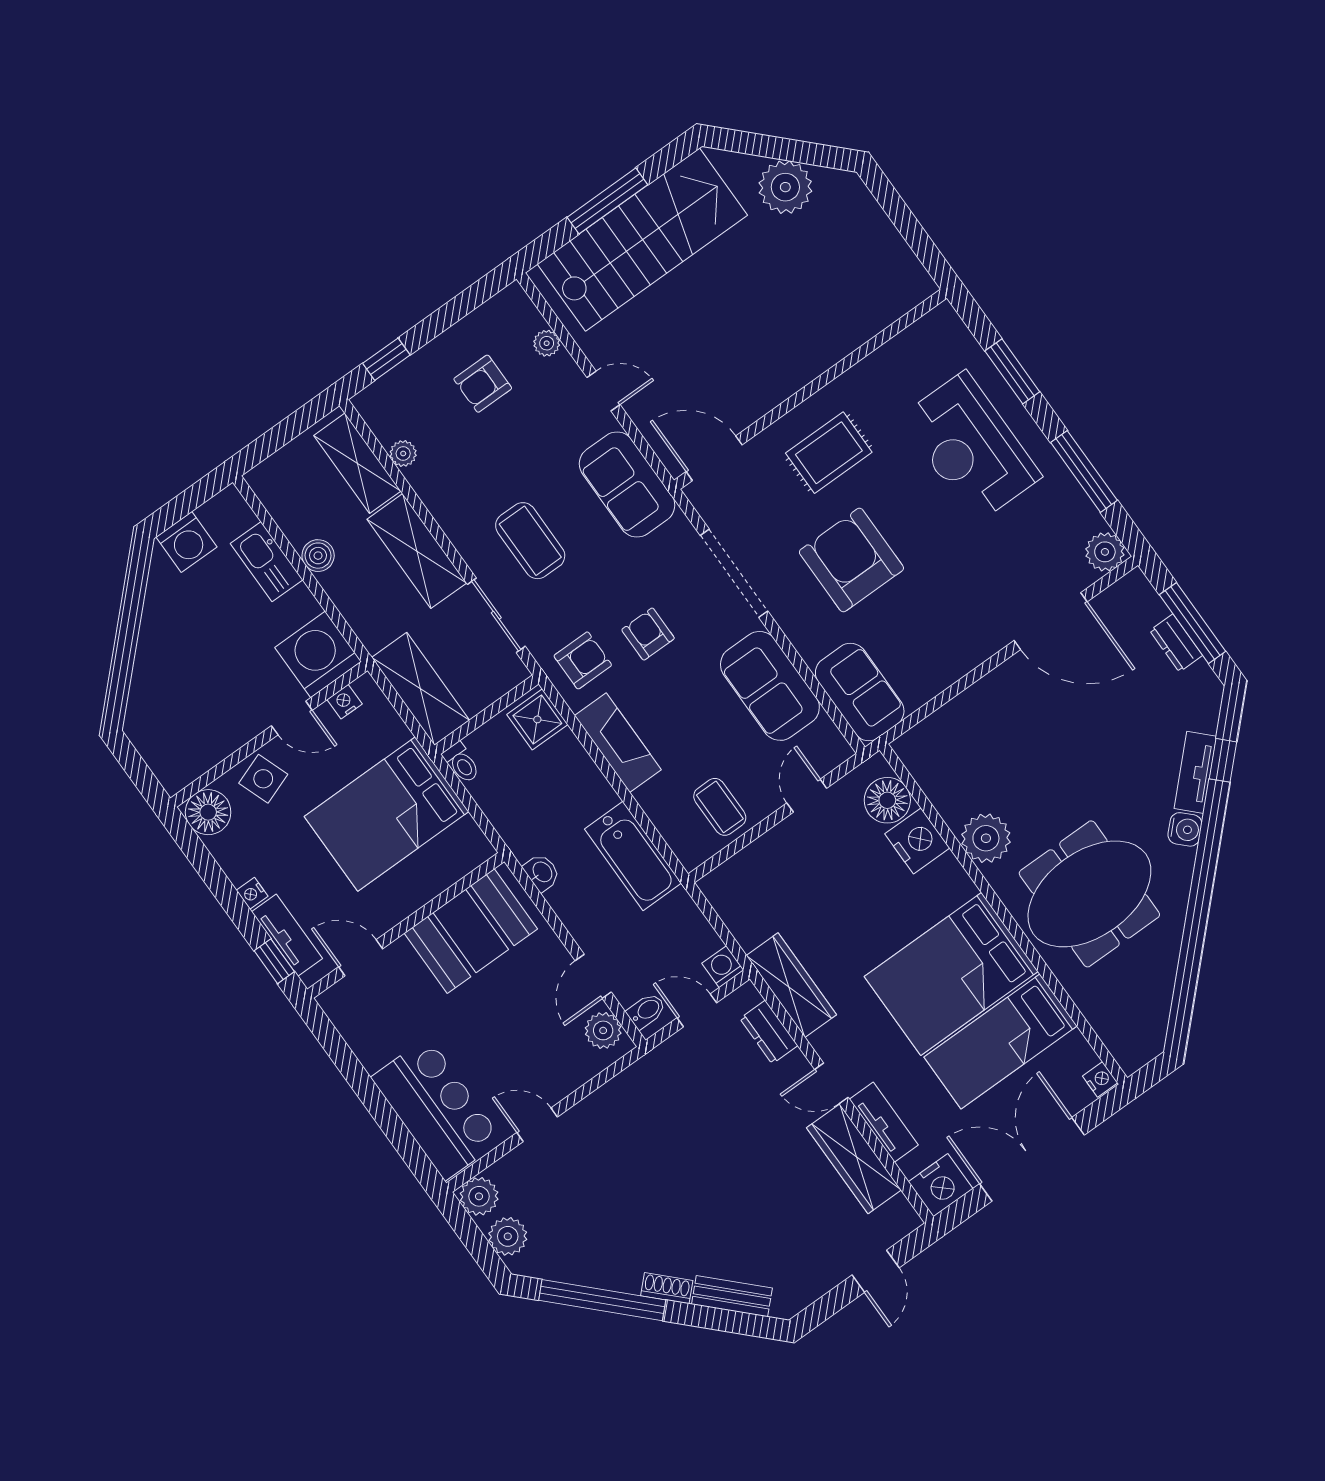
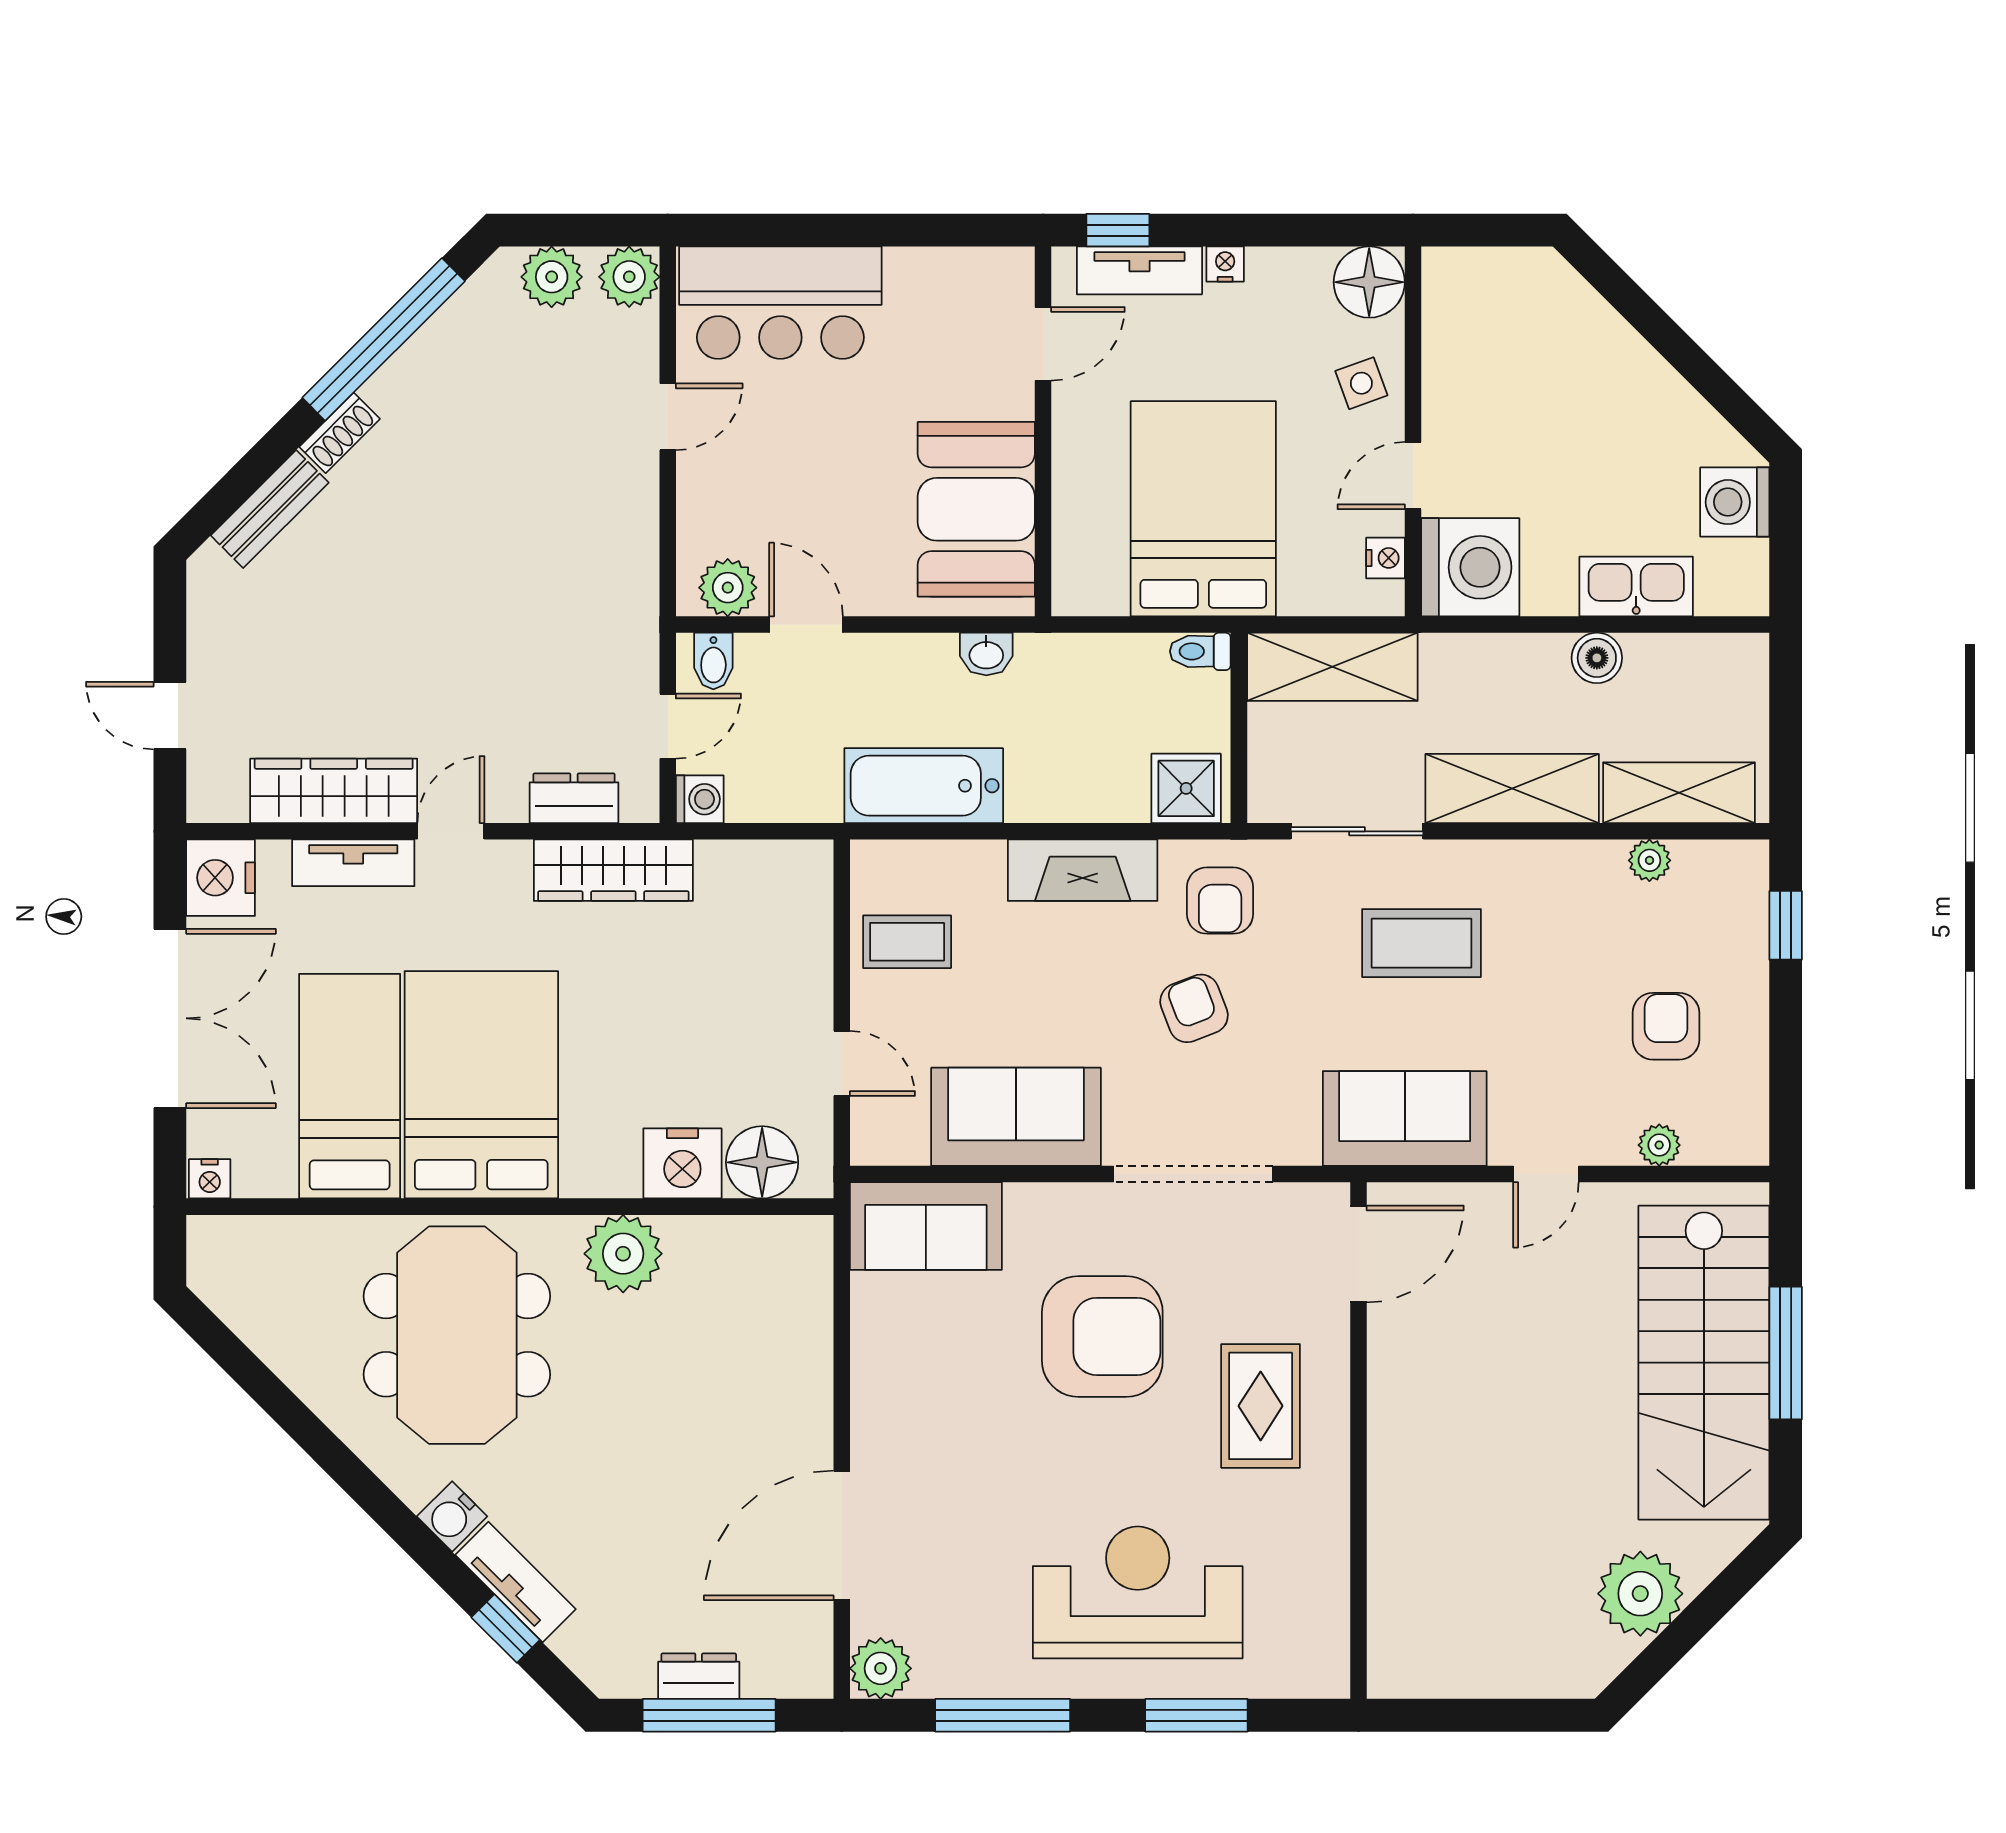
armchair: (648, 634) -> (1194, 1008), turned -111
side table: (263, 779) -> (1361, 383), width x0.73, depth x0.73

